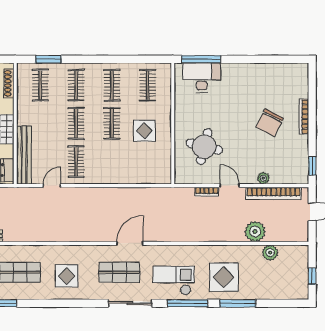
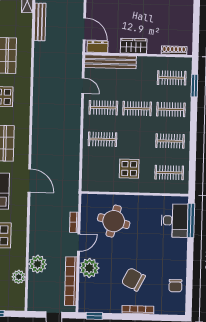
chair: (276, 75) -> (175, 286), added
clothes rail: (112, 123) -> (102, 139), moved
plant: (263, 178) -> (89, 268), width x1.88, depth x1.88
door: (130, 243) -> (29, 181), moved

